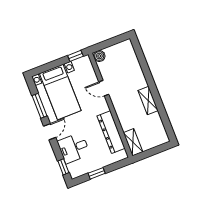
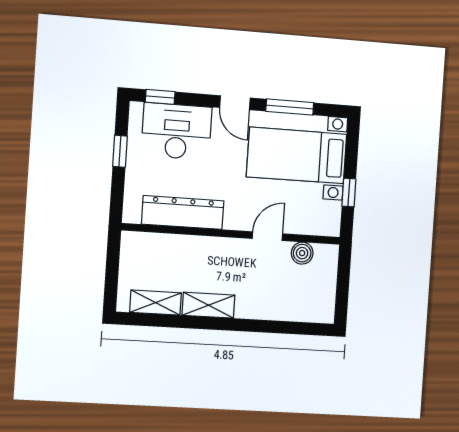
window: (75, 56) -> (349, 193), moved
boiler: (99, 56) -> (302, 253), moved
shelving: (133, 142) -> (155, 303), moved
desk: (74, 148) -> (177, 131), width x1.37

